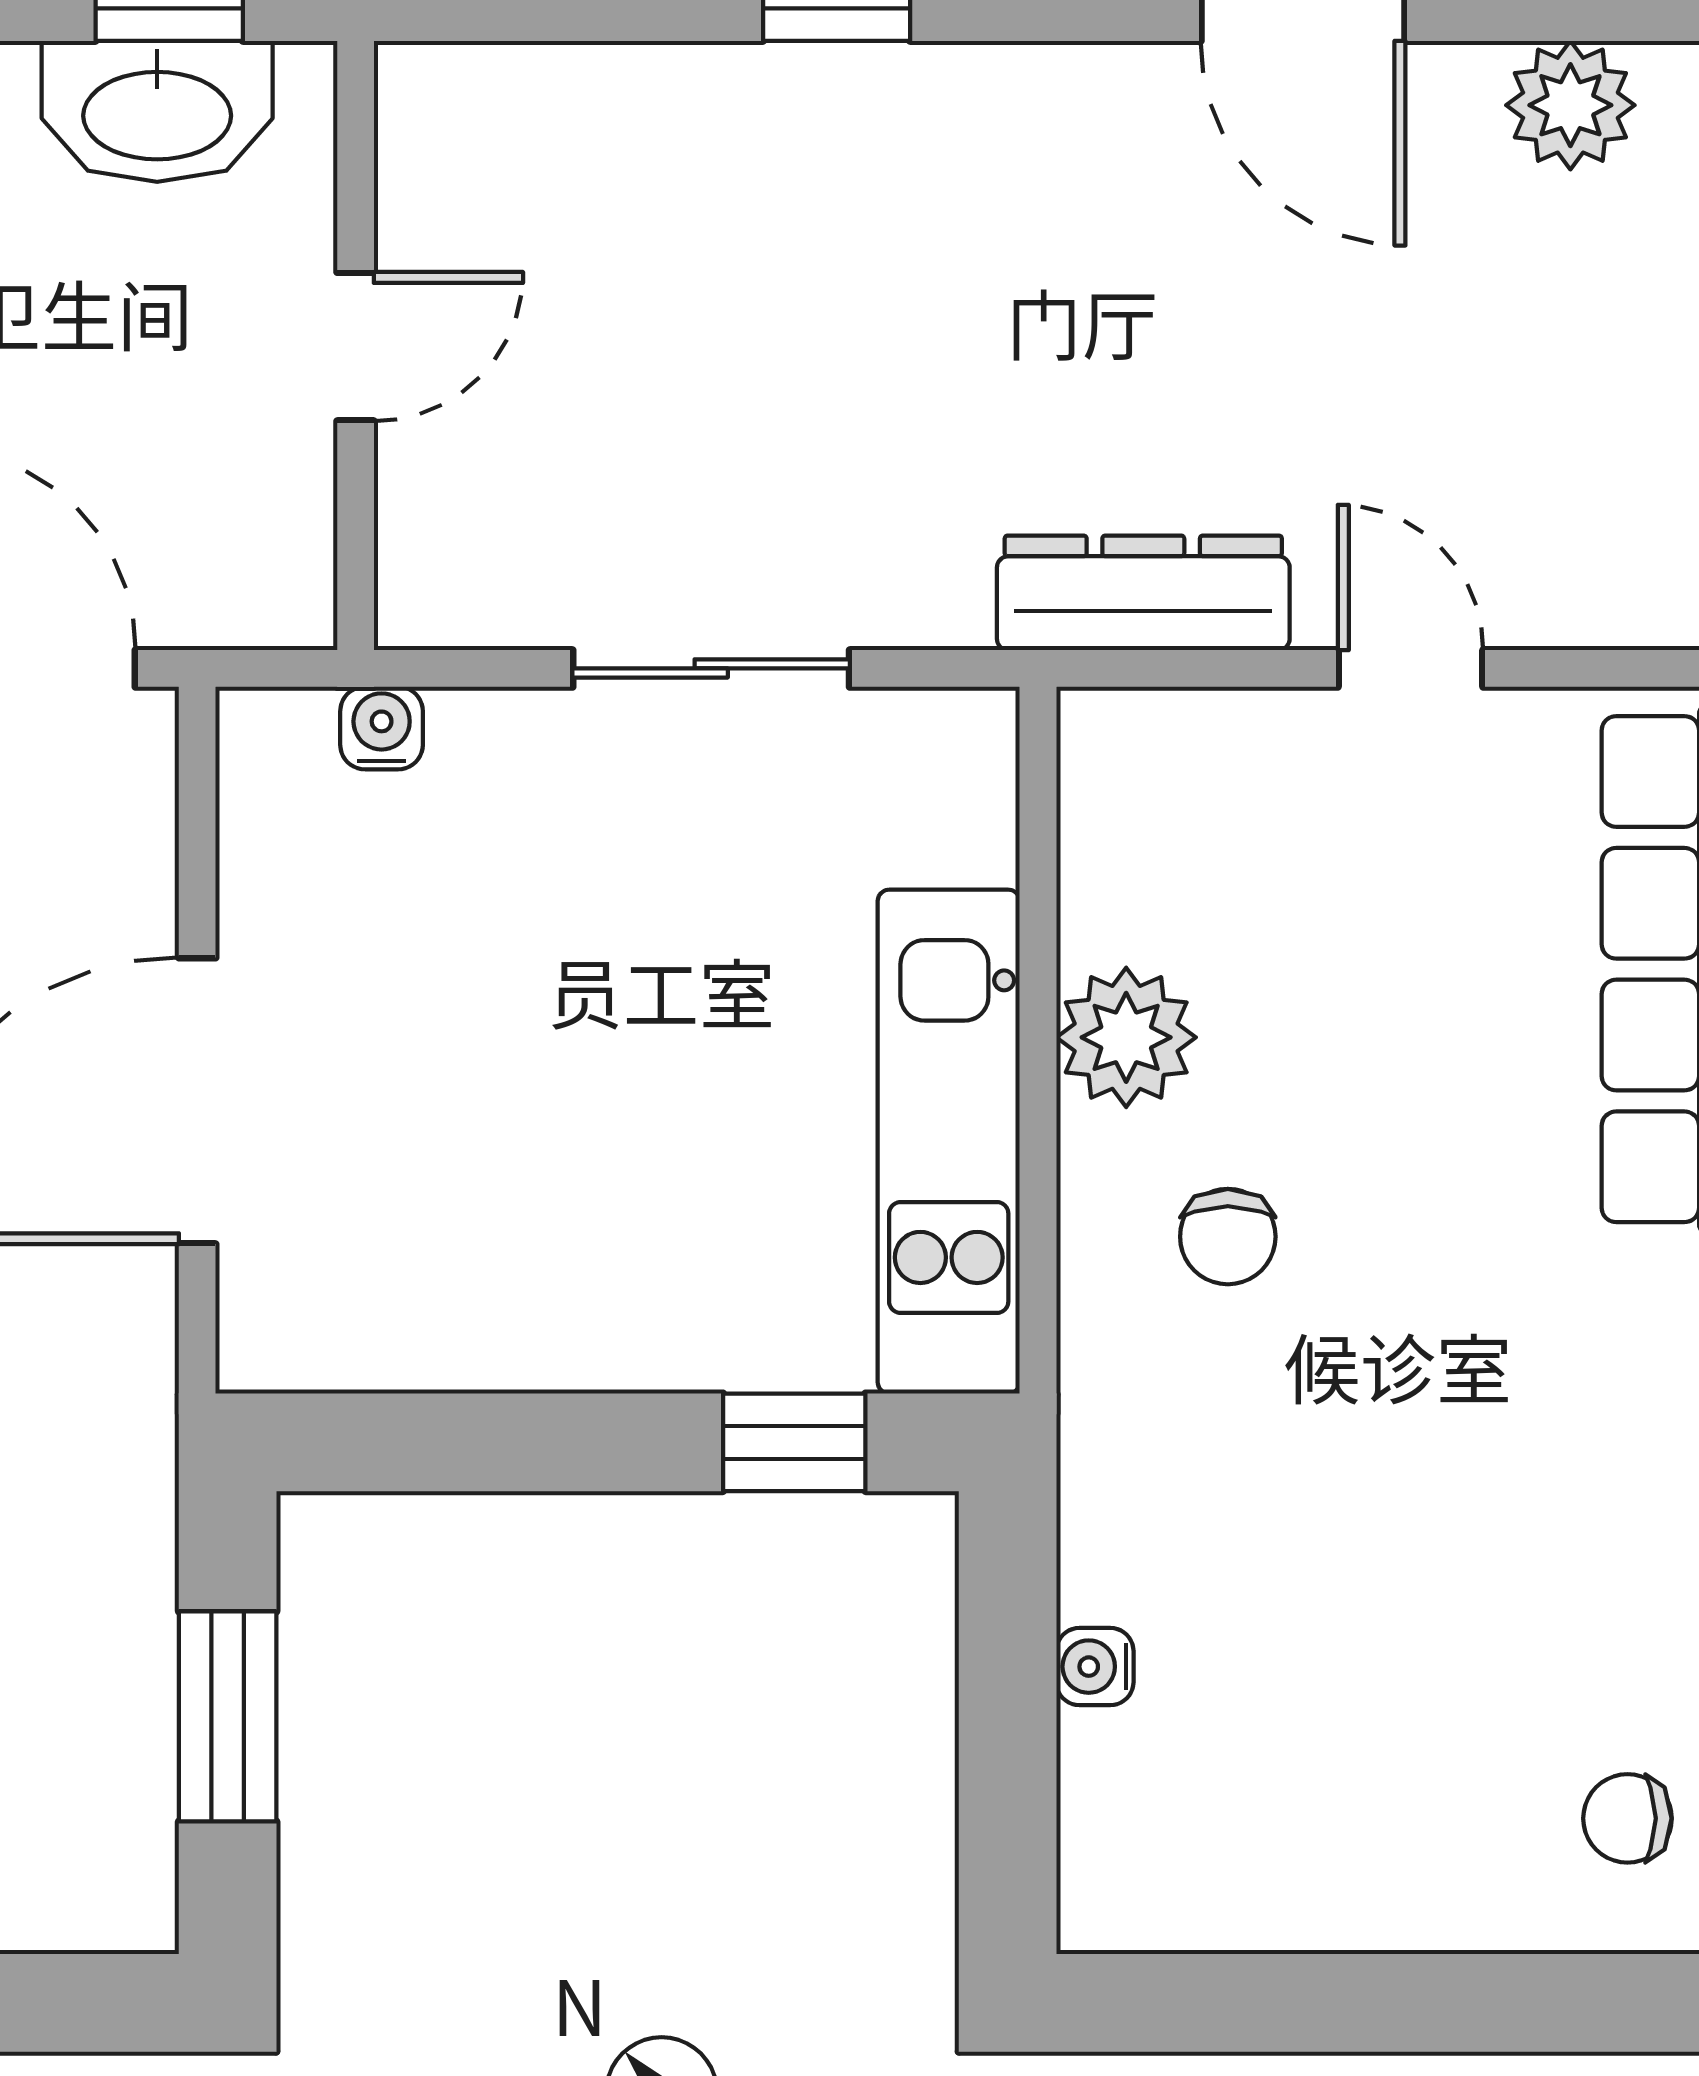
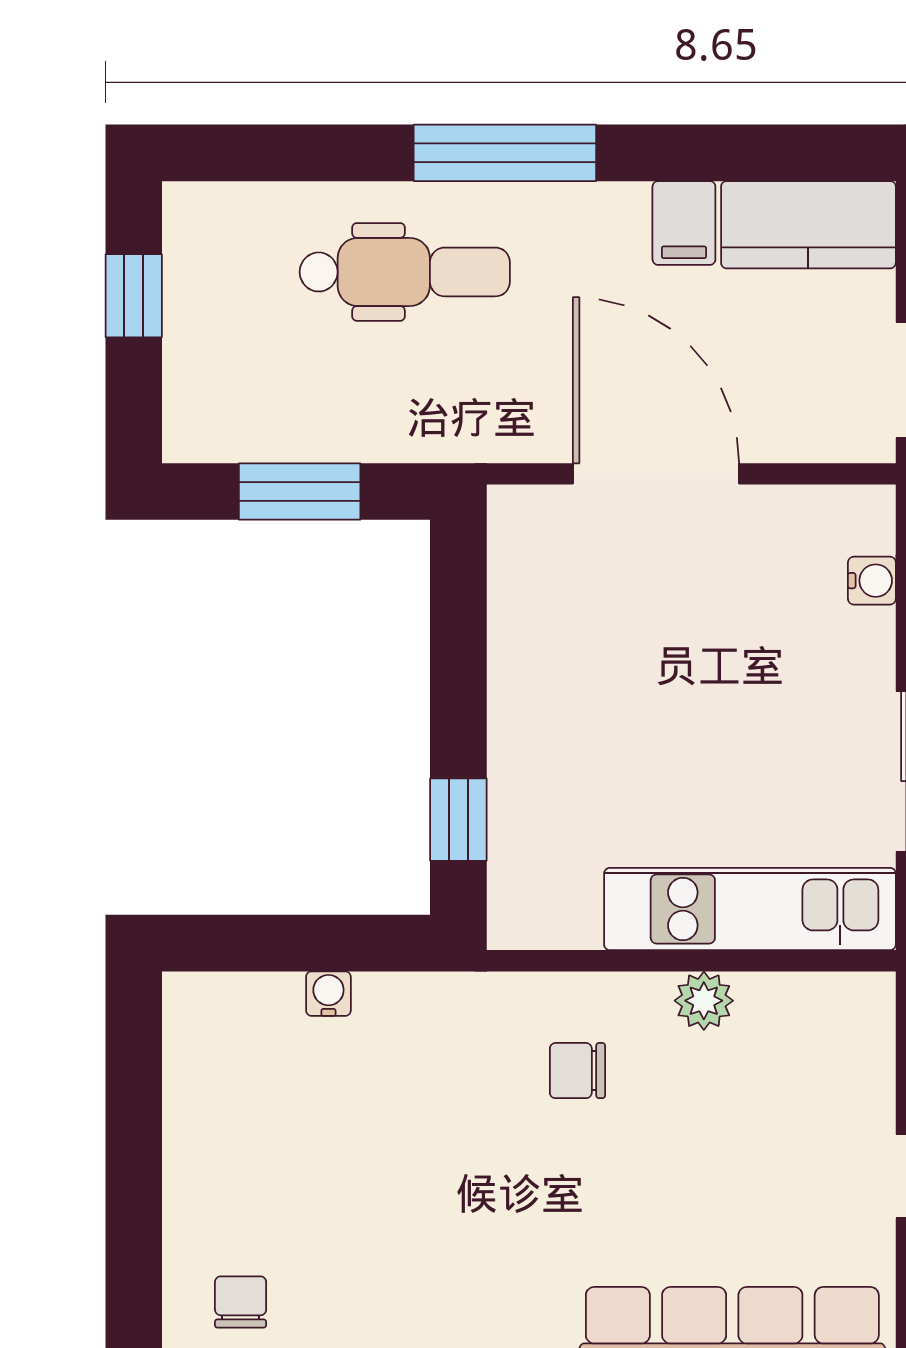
plant: (1126, 1037) -> (704, 1001), width x0.73, depth x0.73
kitchen unit: (949, 1142) -> (750, 909), moved

